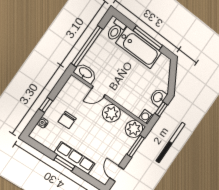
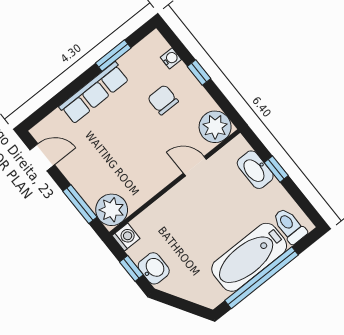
window: (148, 38) -> (261, 278), width x1.46
window: (87, 46) -> (276, 169), width x0.32
washbasin: (85, 73) -> (255, 170), moved, turned 90
door: (98, 92) -> (195, 166), hinge flipped
plant: (111, 113) -> (215, 127), moved
window: (64, 163) -> (113, 55), moved

